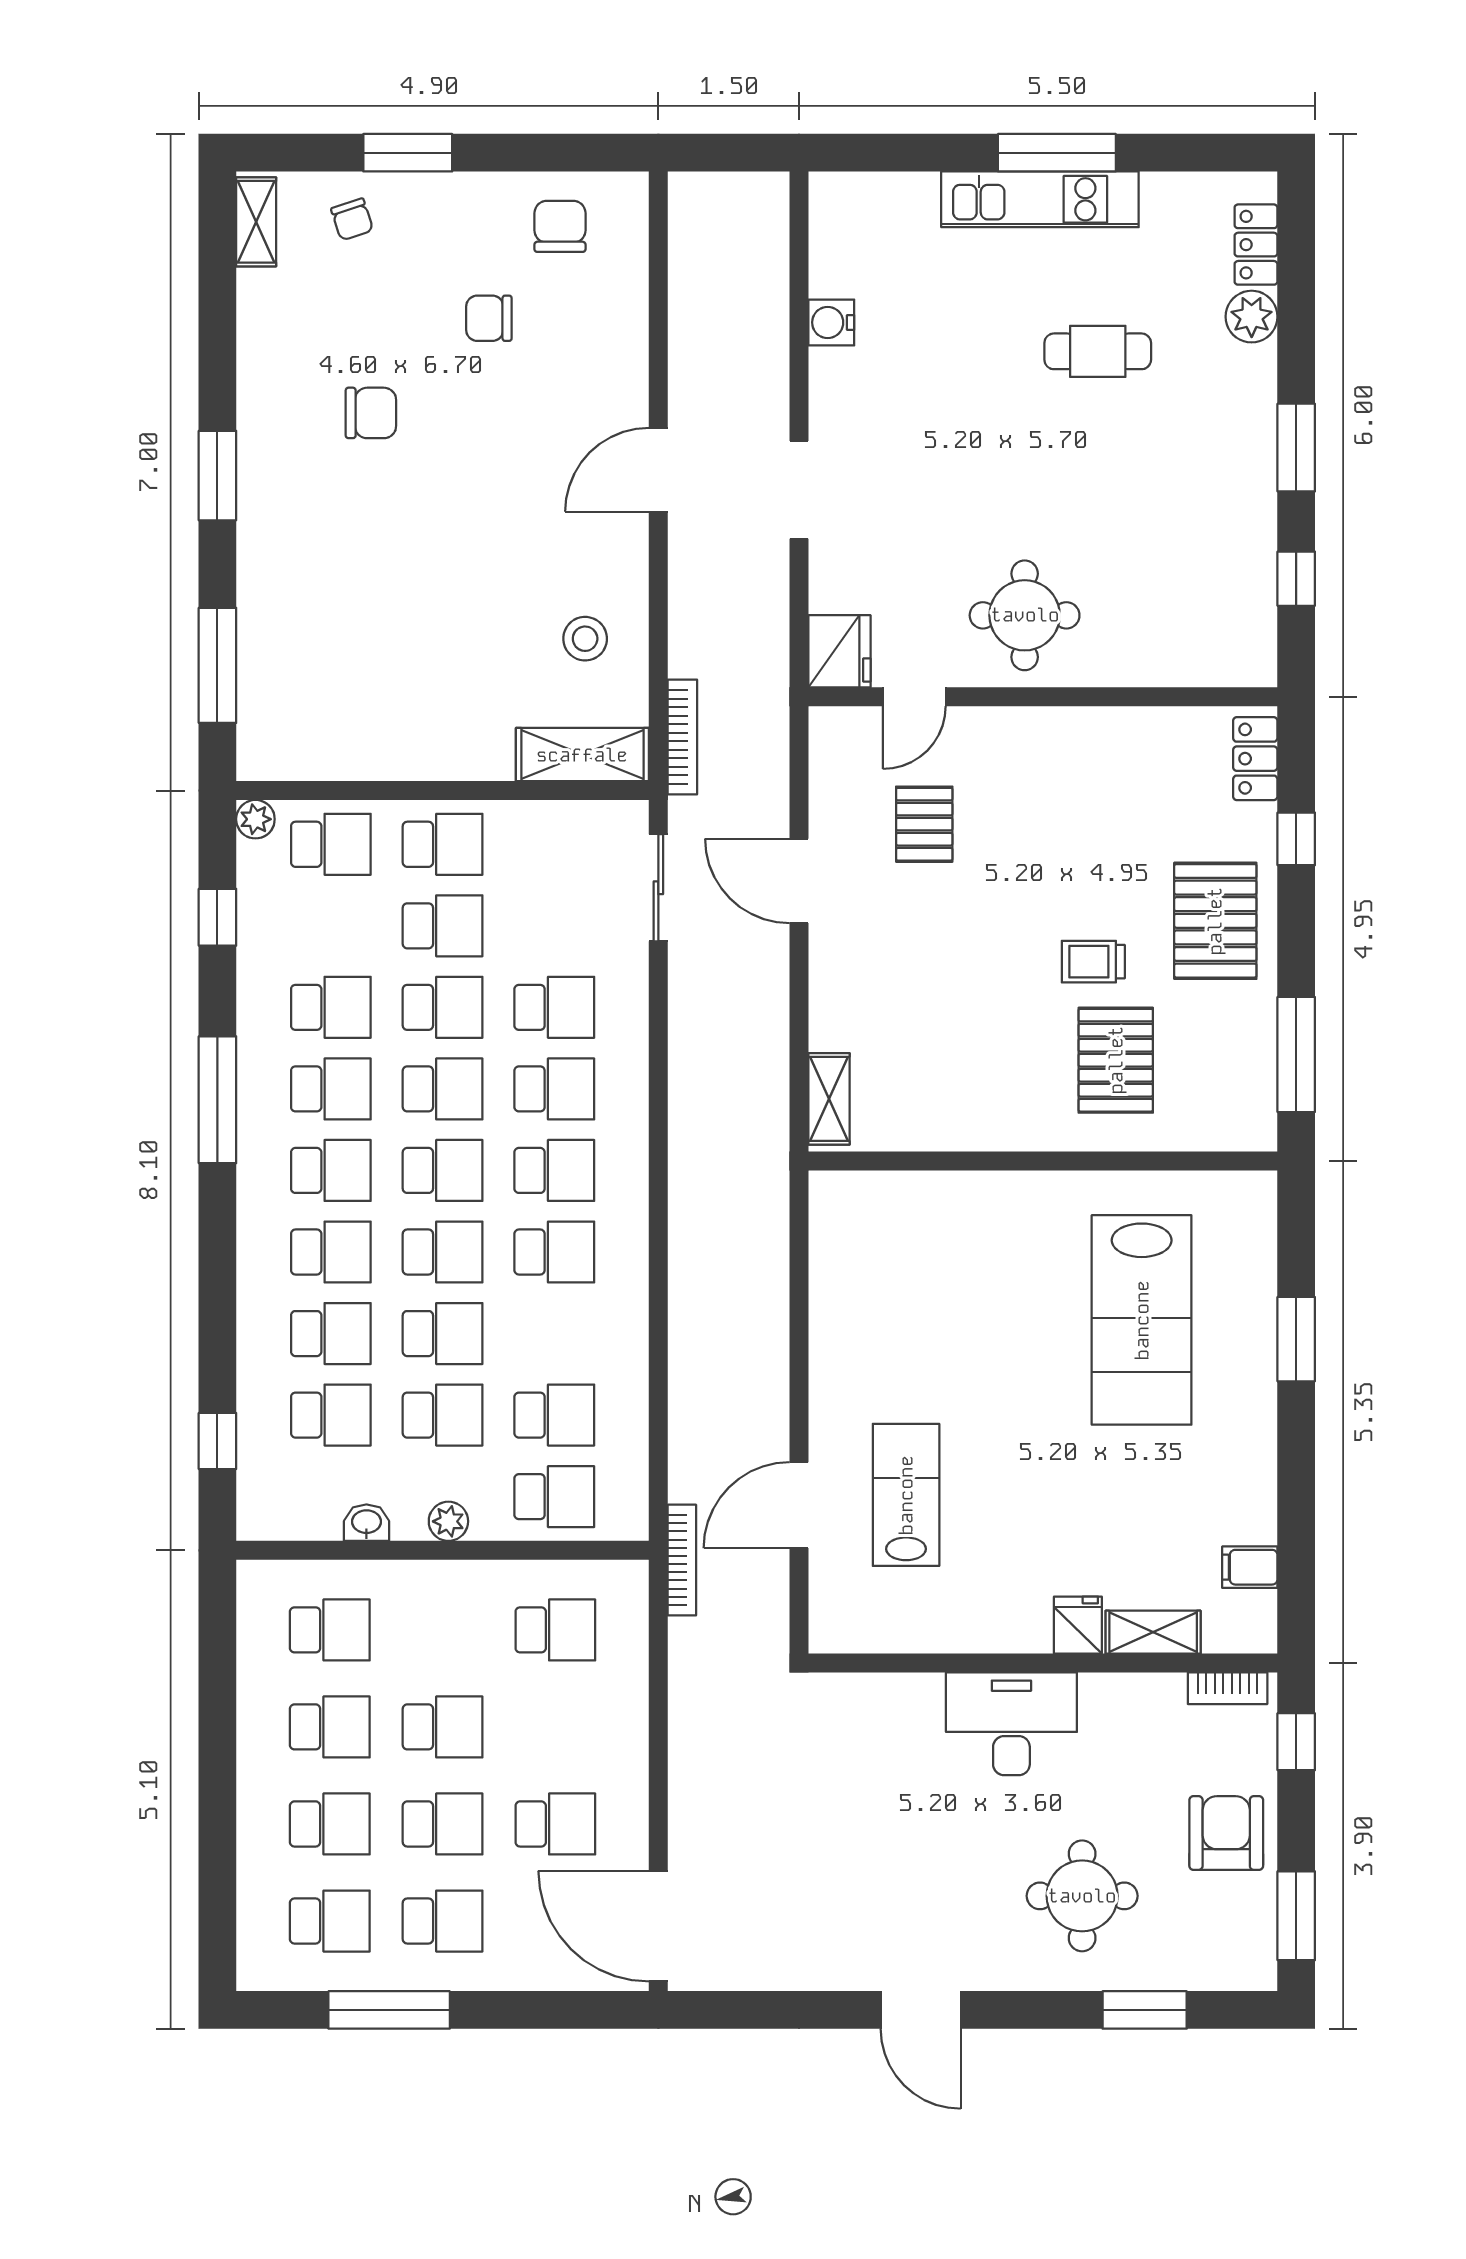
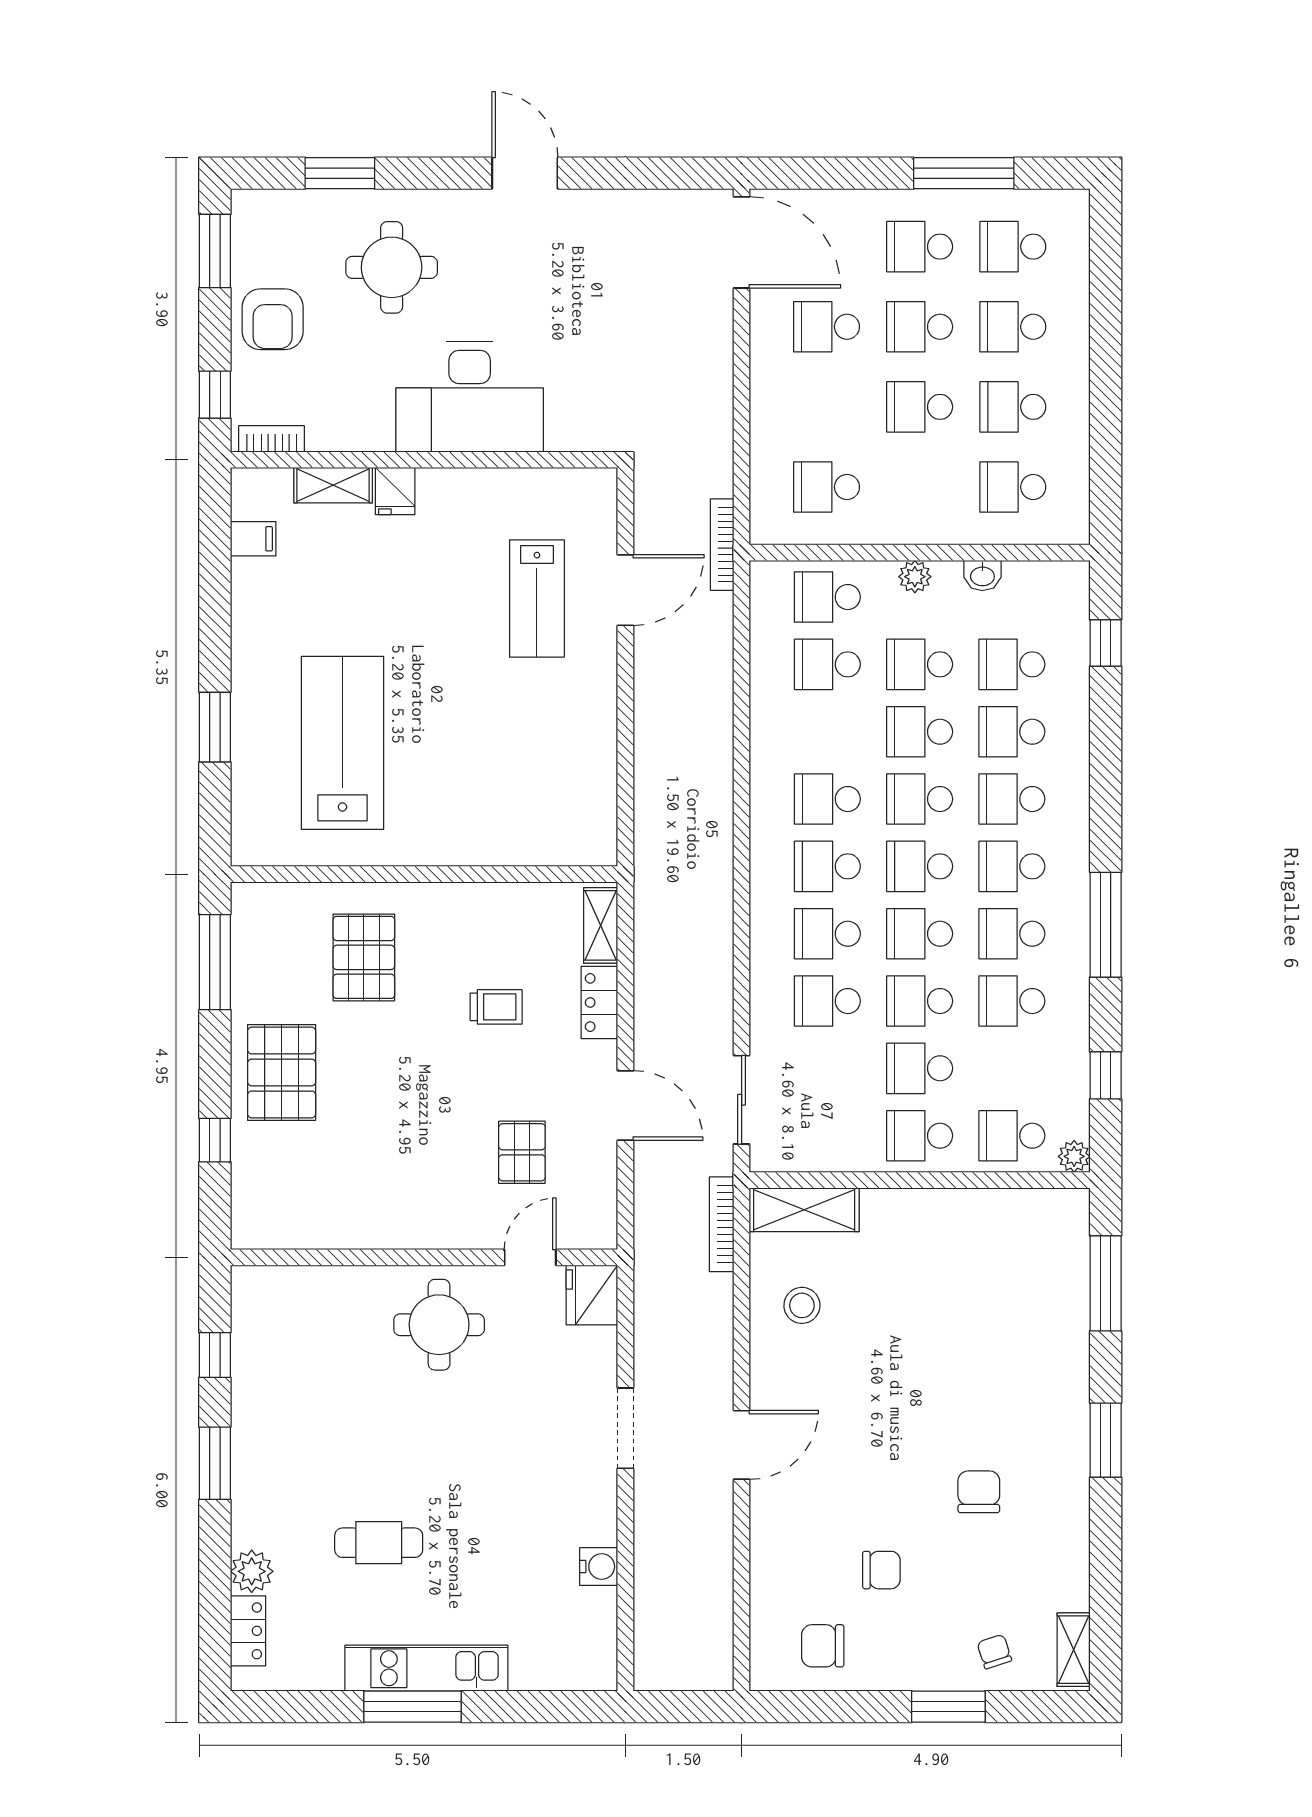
chair: (560, 226) -> (823, 1646), turned 90
chair: (371, 413) -> (979, 1492), turned 90
locker: (1255, 759) -> (599, 1002), moved, turned 180
trolley: (1093, 962) -> (496, 1007), moved
desk: (1011, 1724) -> (470, 397), width x1.36, depth x1.30

